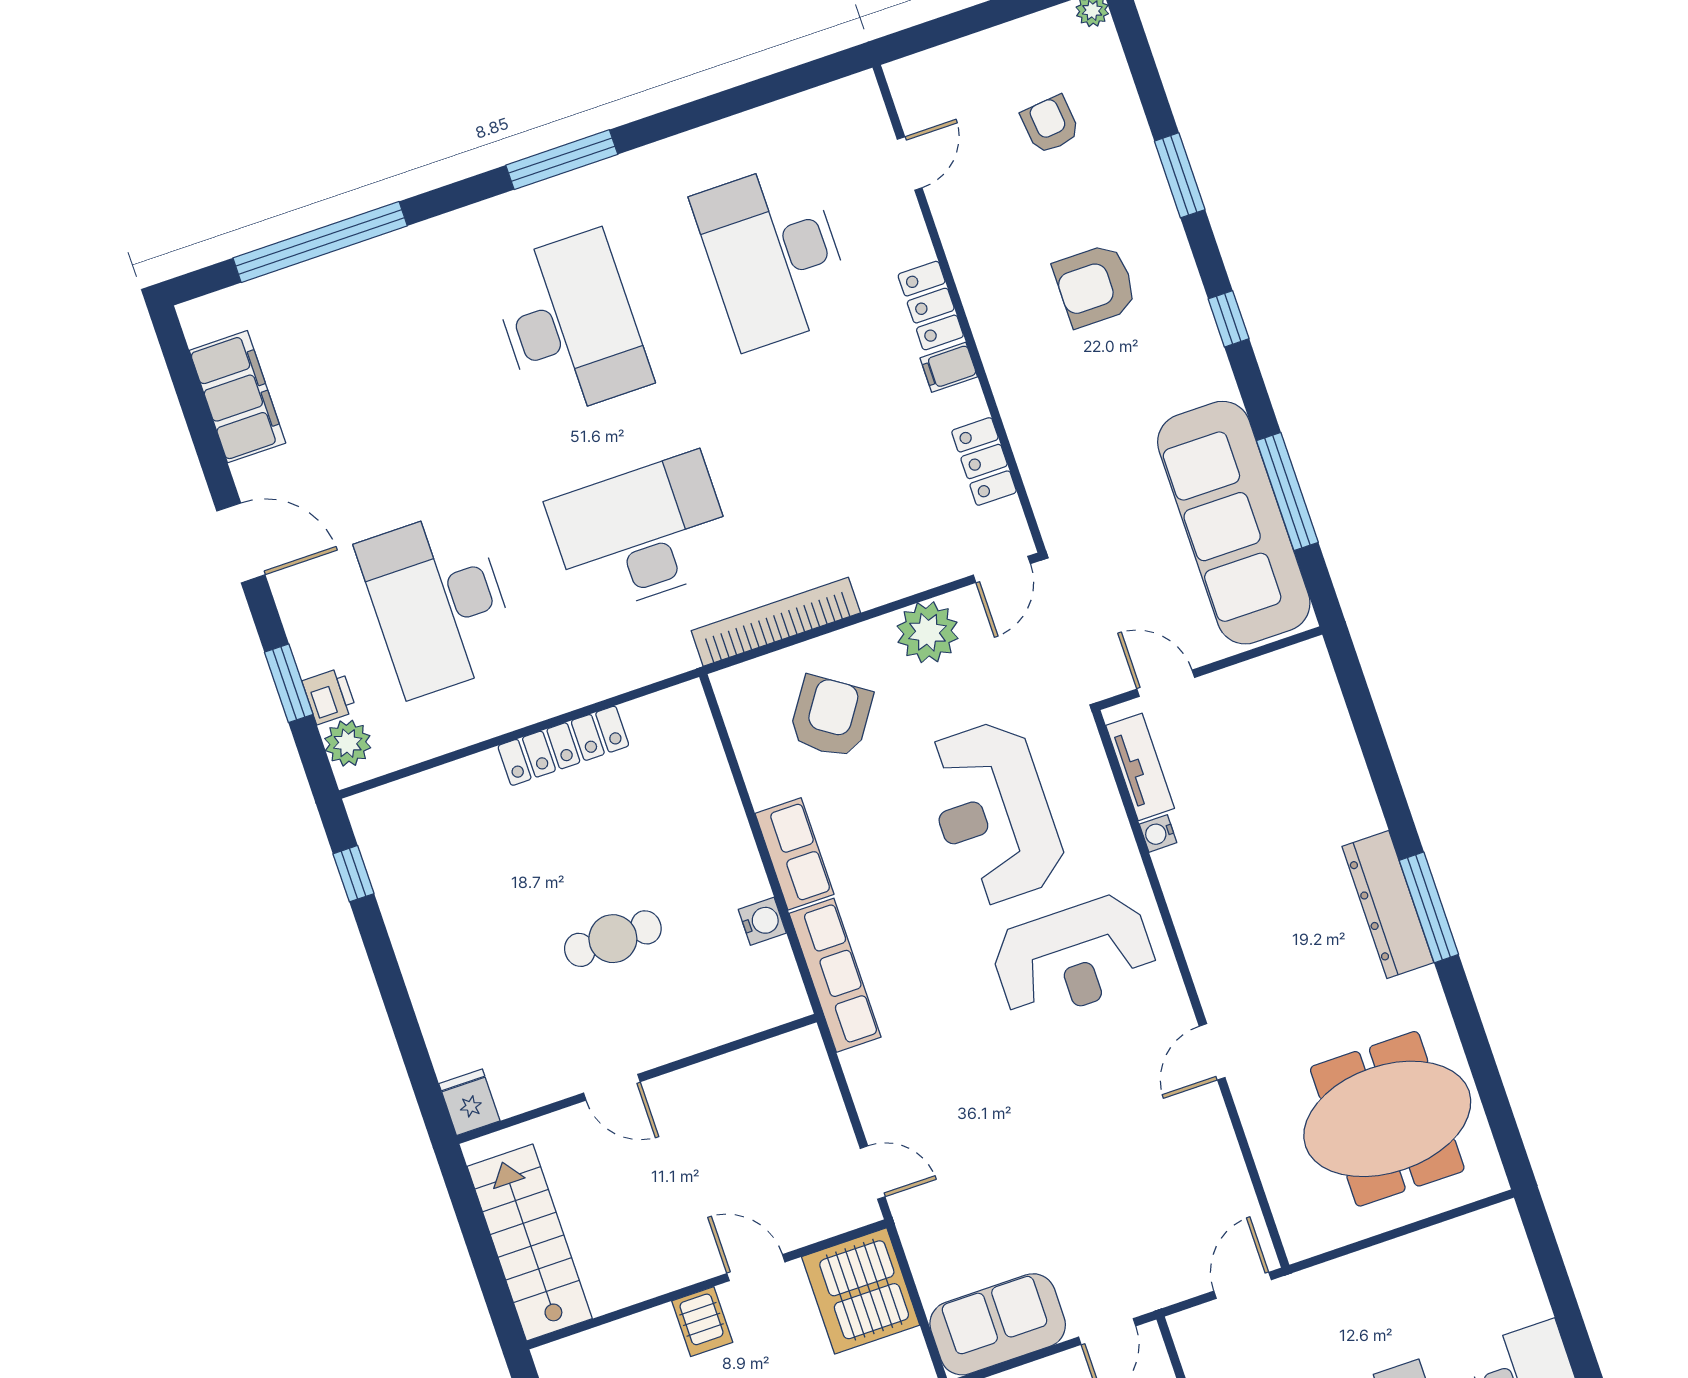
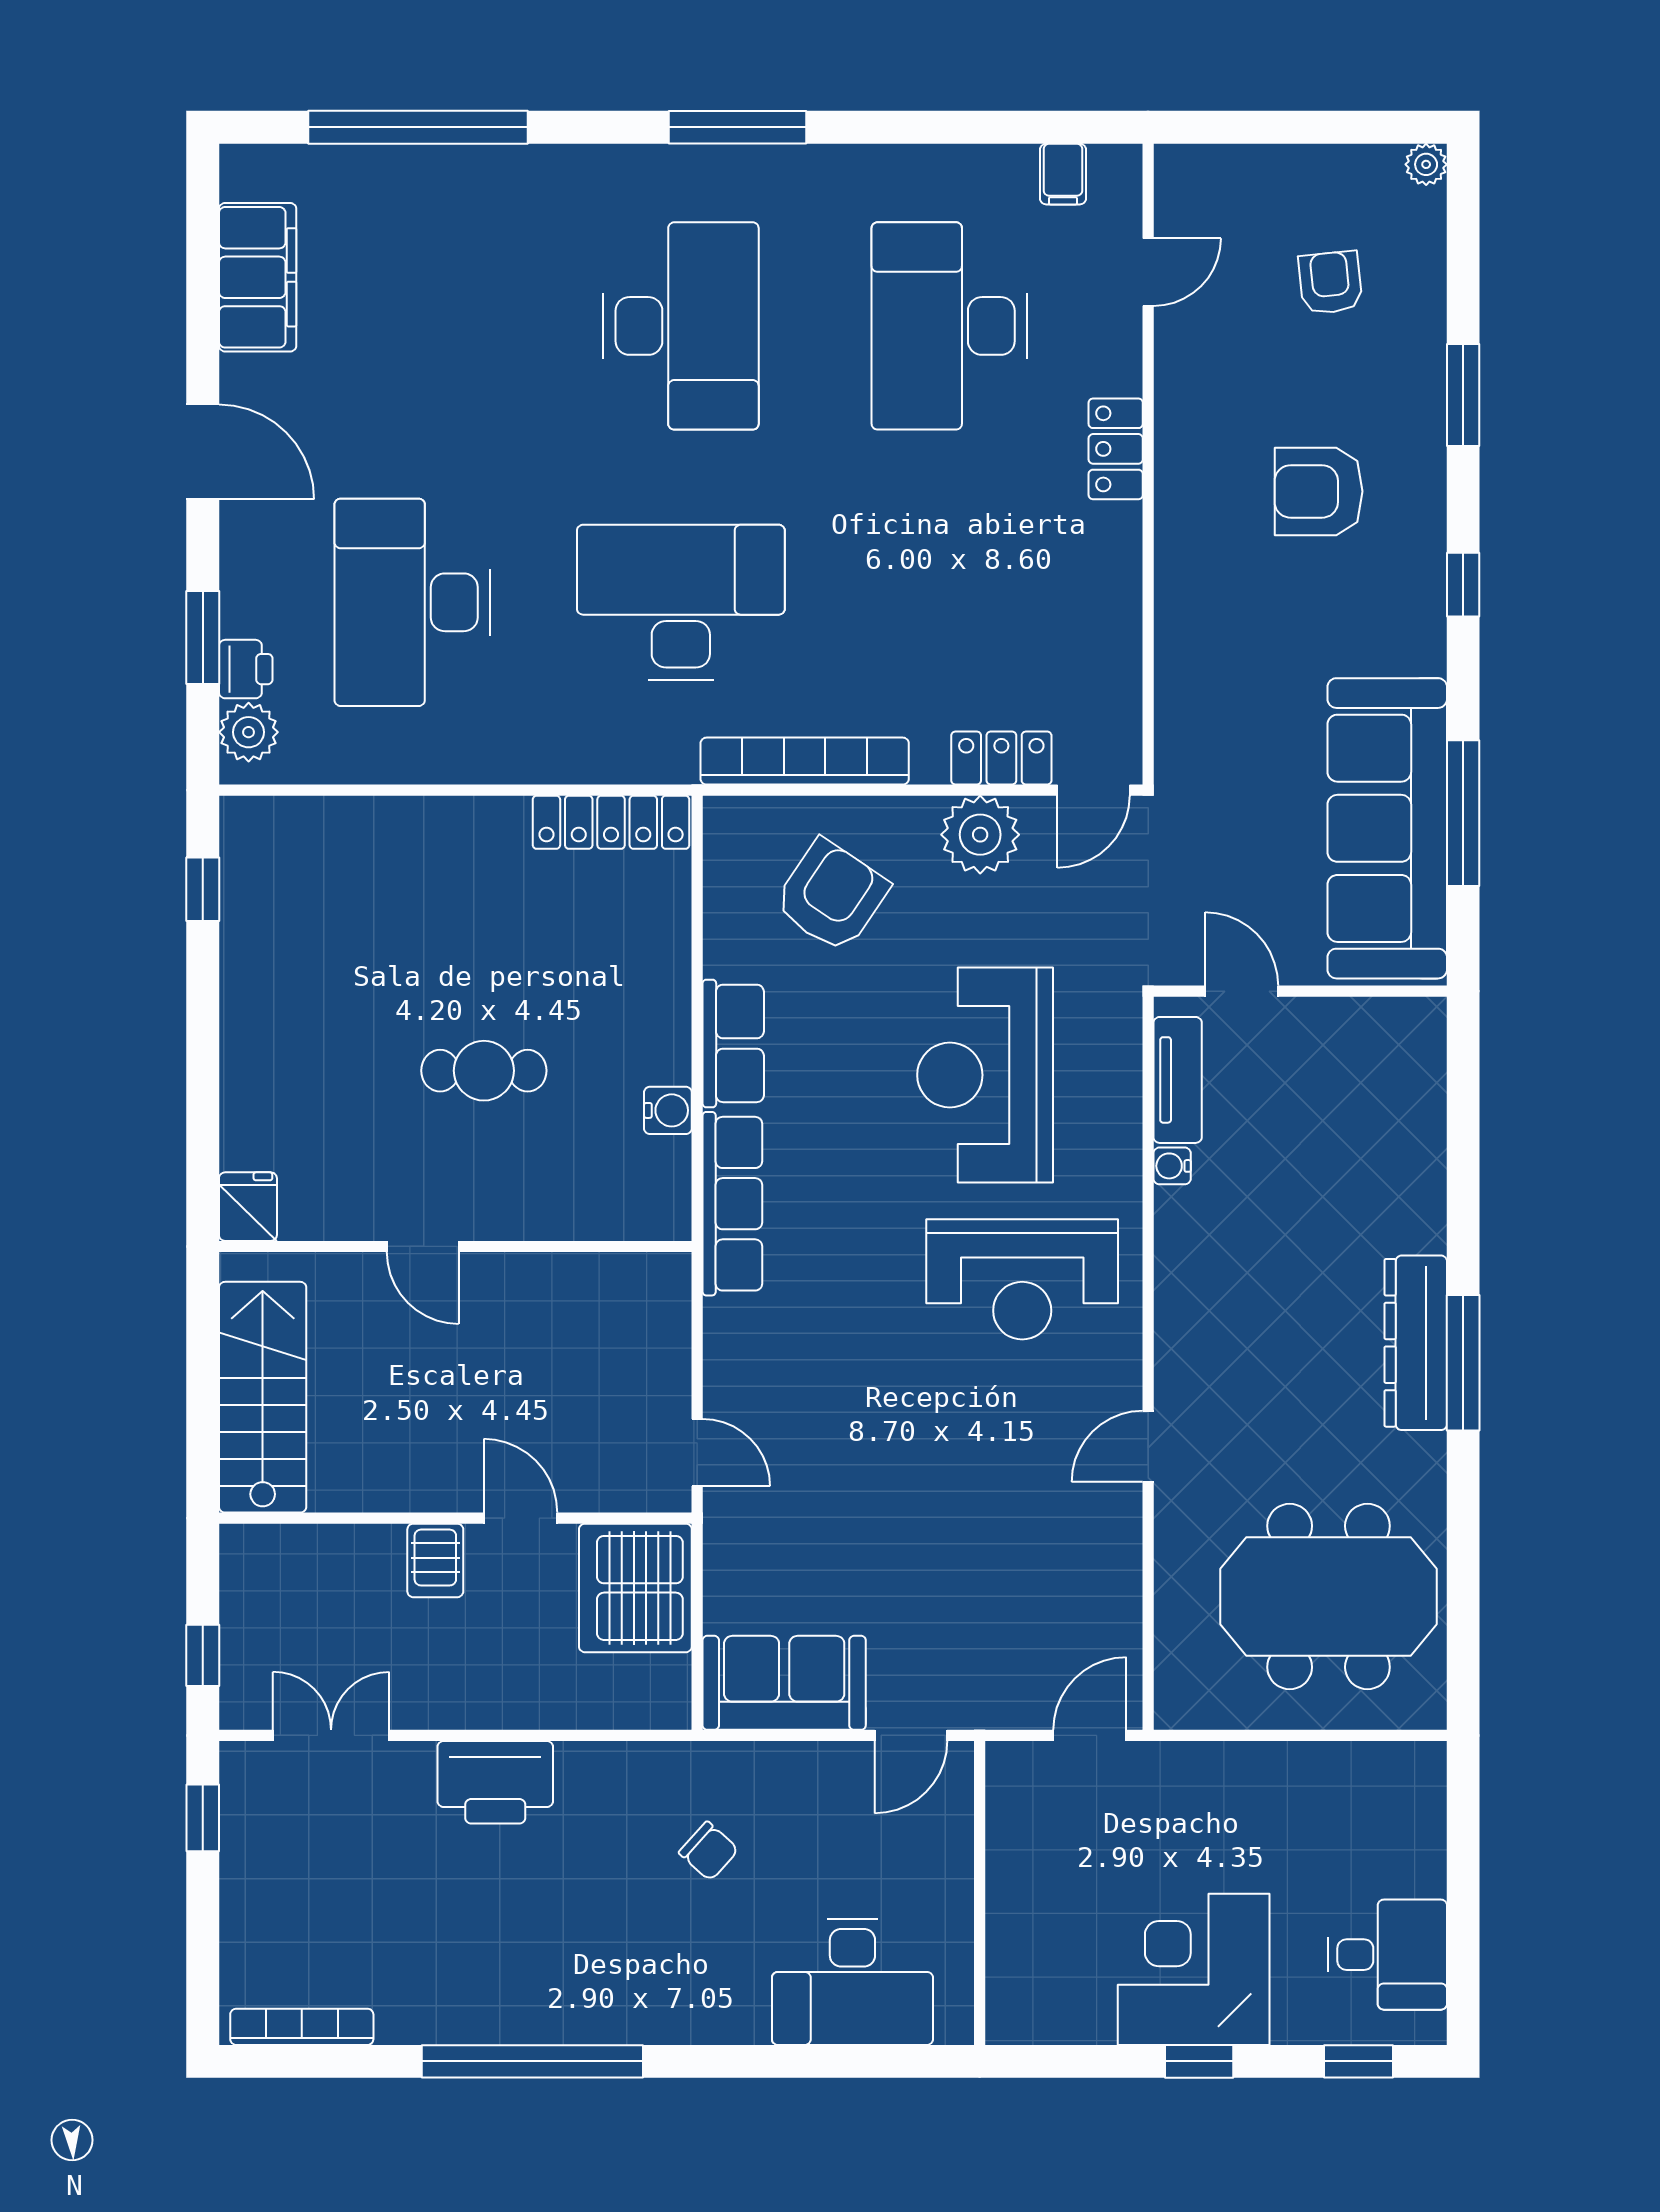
filing cabinet: (949, 367) -> (1063, 174), moved, turned -90
locker: (984, 461) -> (1001, 758), moved, turned 90
locker: (563, 746) -> (611, 822), moved

